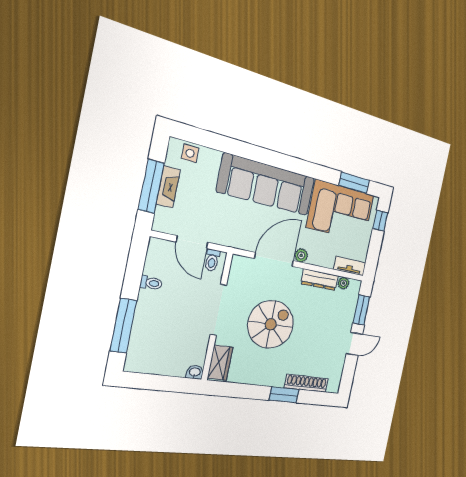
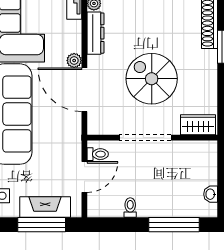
fireplace: (168, 187) -> (45, 207), width x1.37, depth x1.32
washbasin: (195, 372) -> (211, 194), moved

